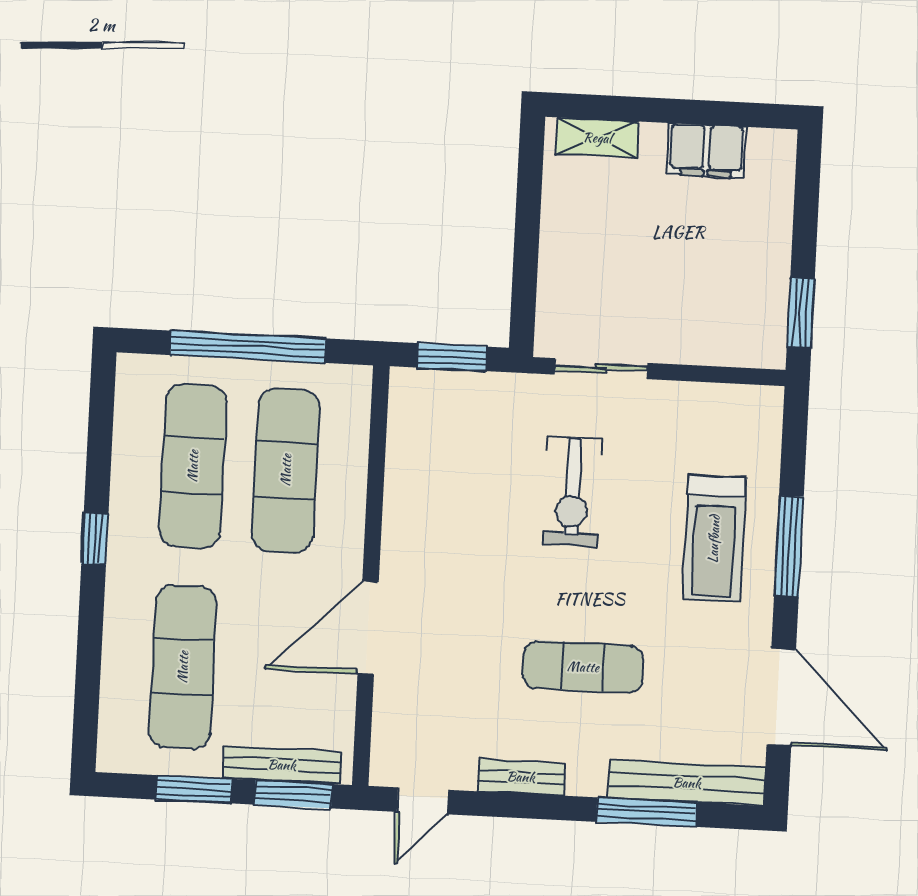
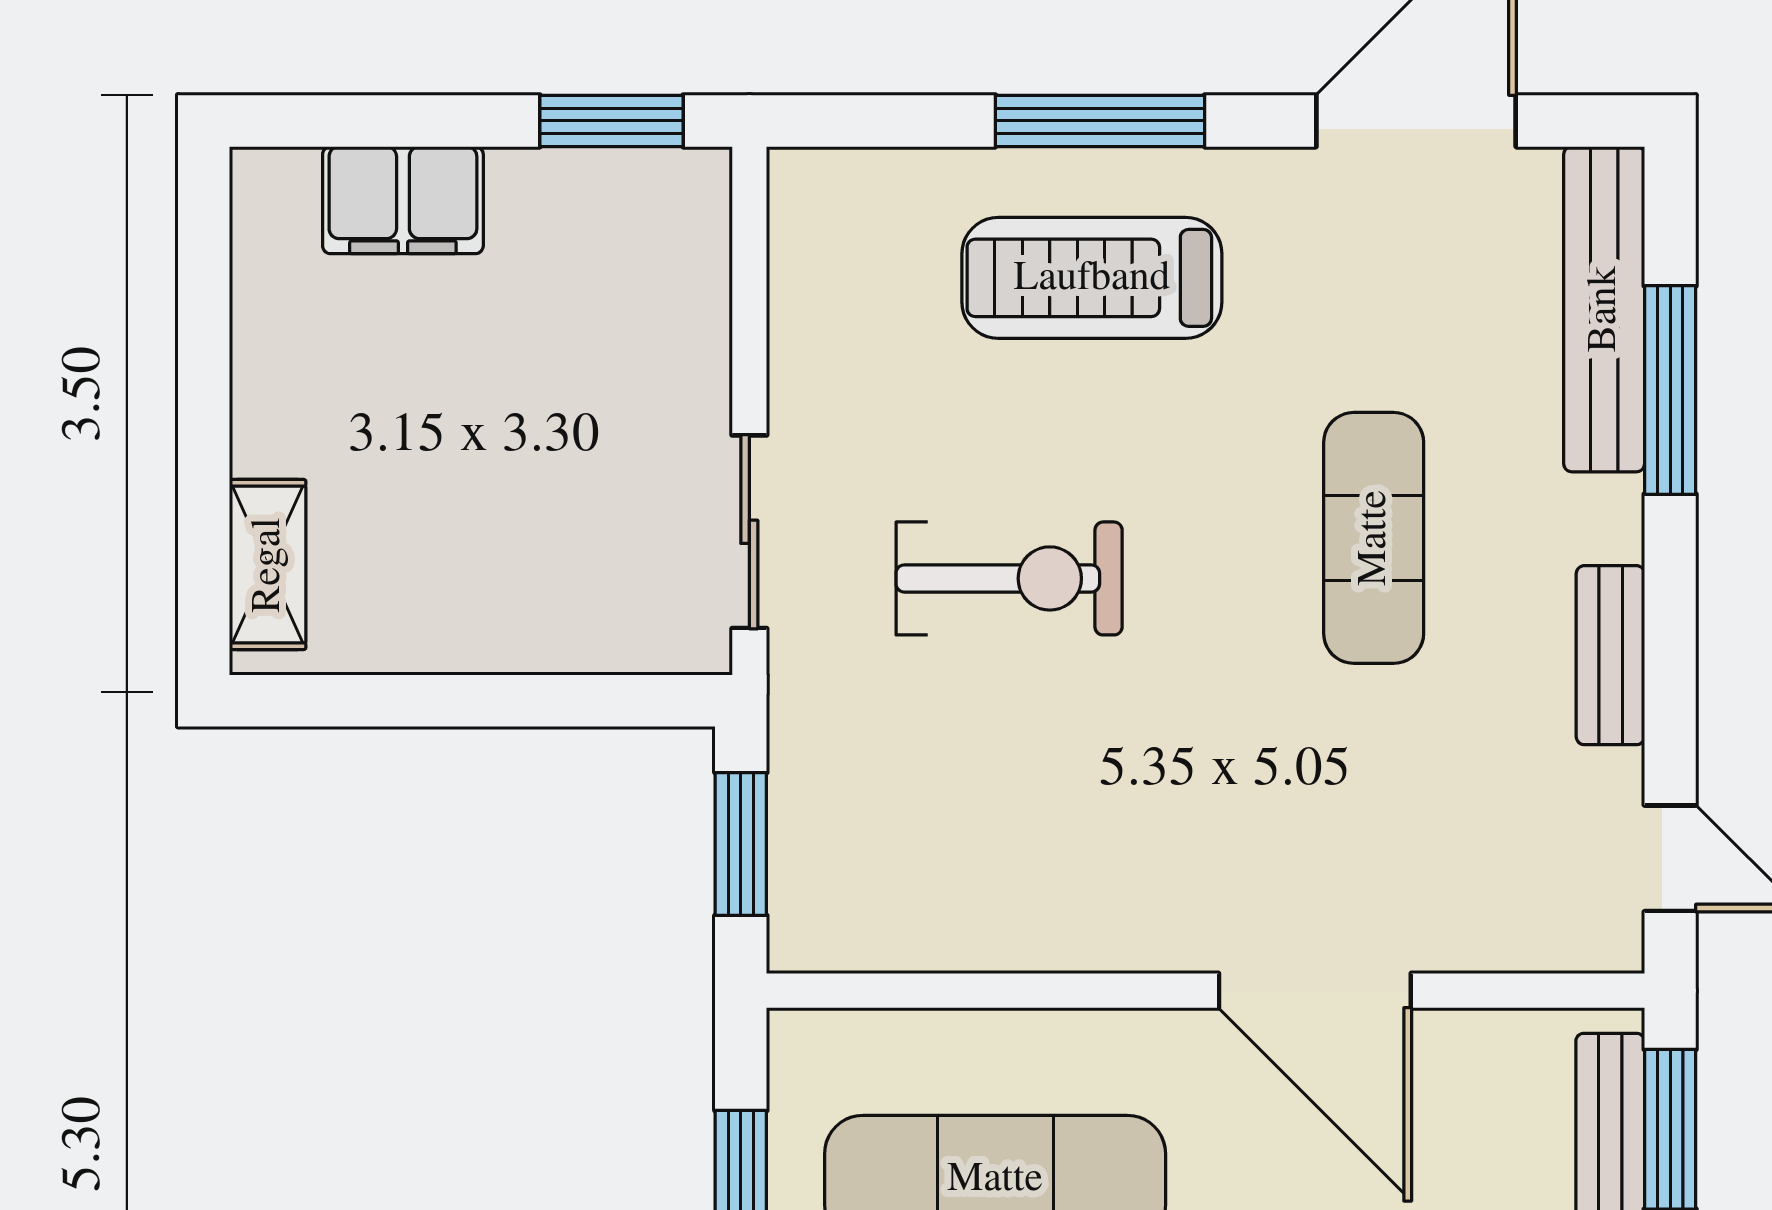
filing cabinet: (707, 151) -> (403, 200), moved, turned 90
treadmill: (714, 539) -> (1092, 278), turned 180

